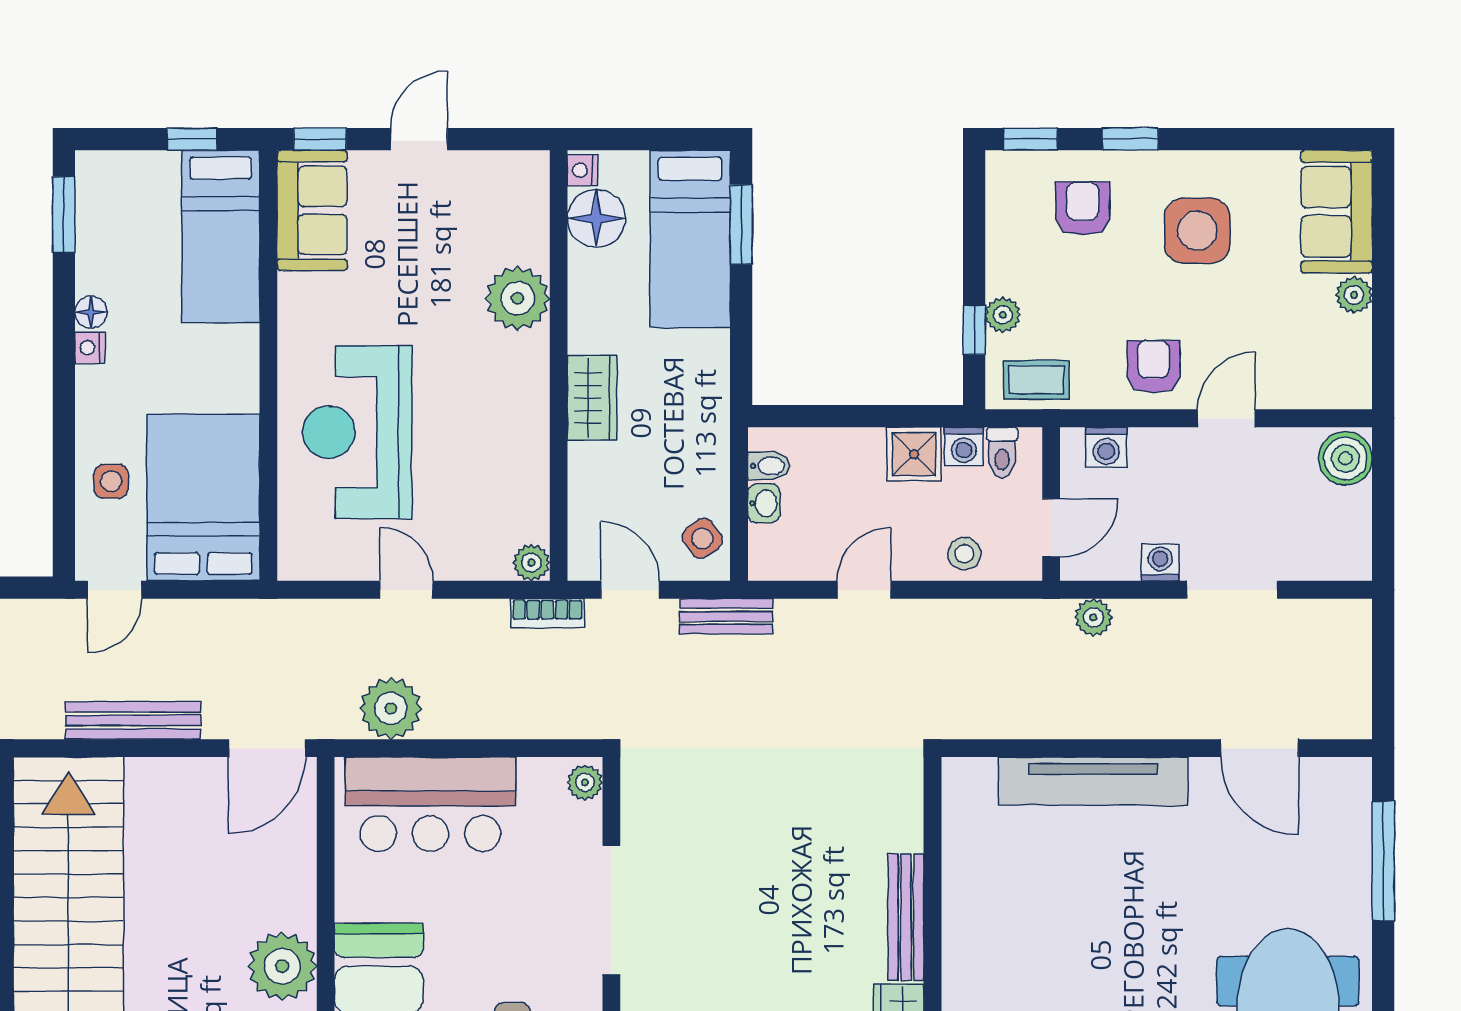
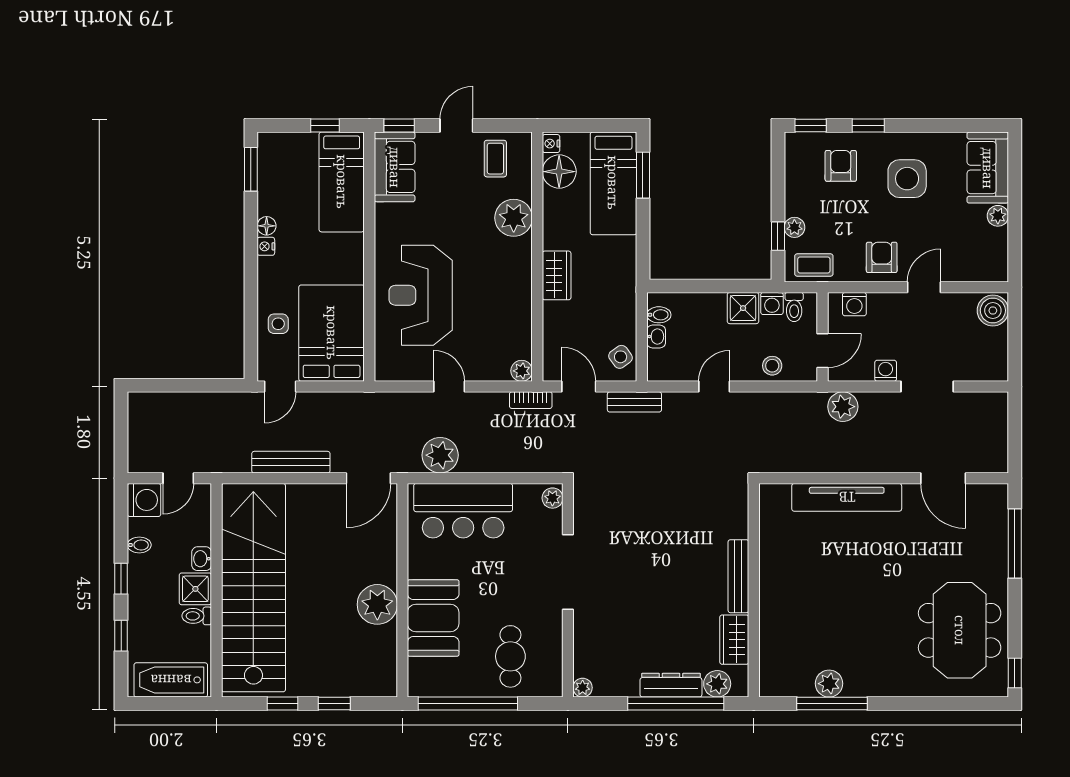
coffee table: (486, 196) -> (495, 159), added
plant: (1093, 617) -> (843, 407), width x1.38, depth x1.38

